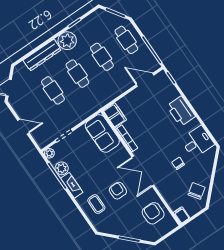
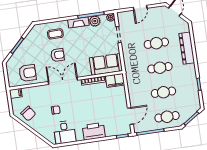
plant: (67, 41) -> (188, 72), removed

